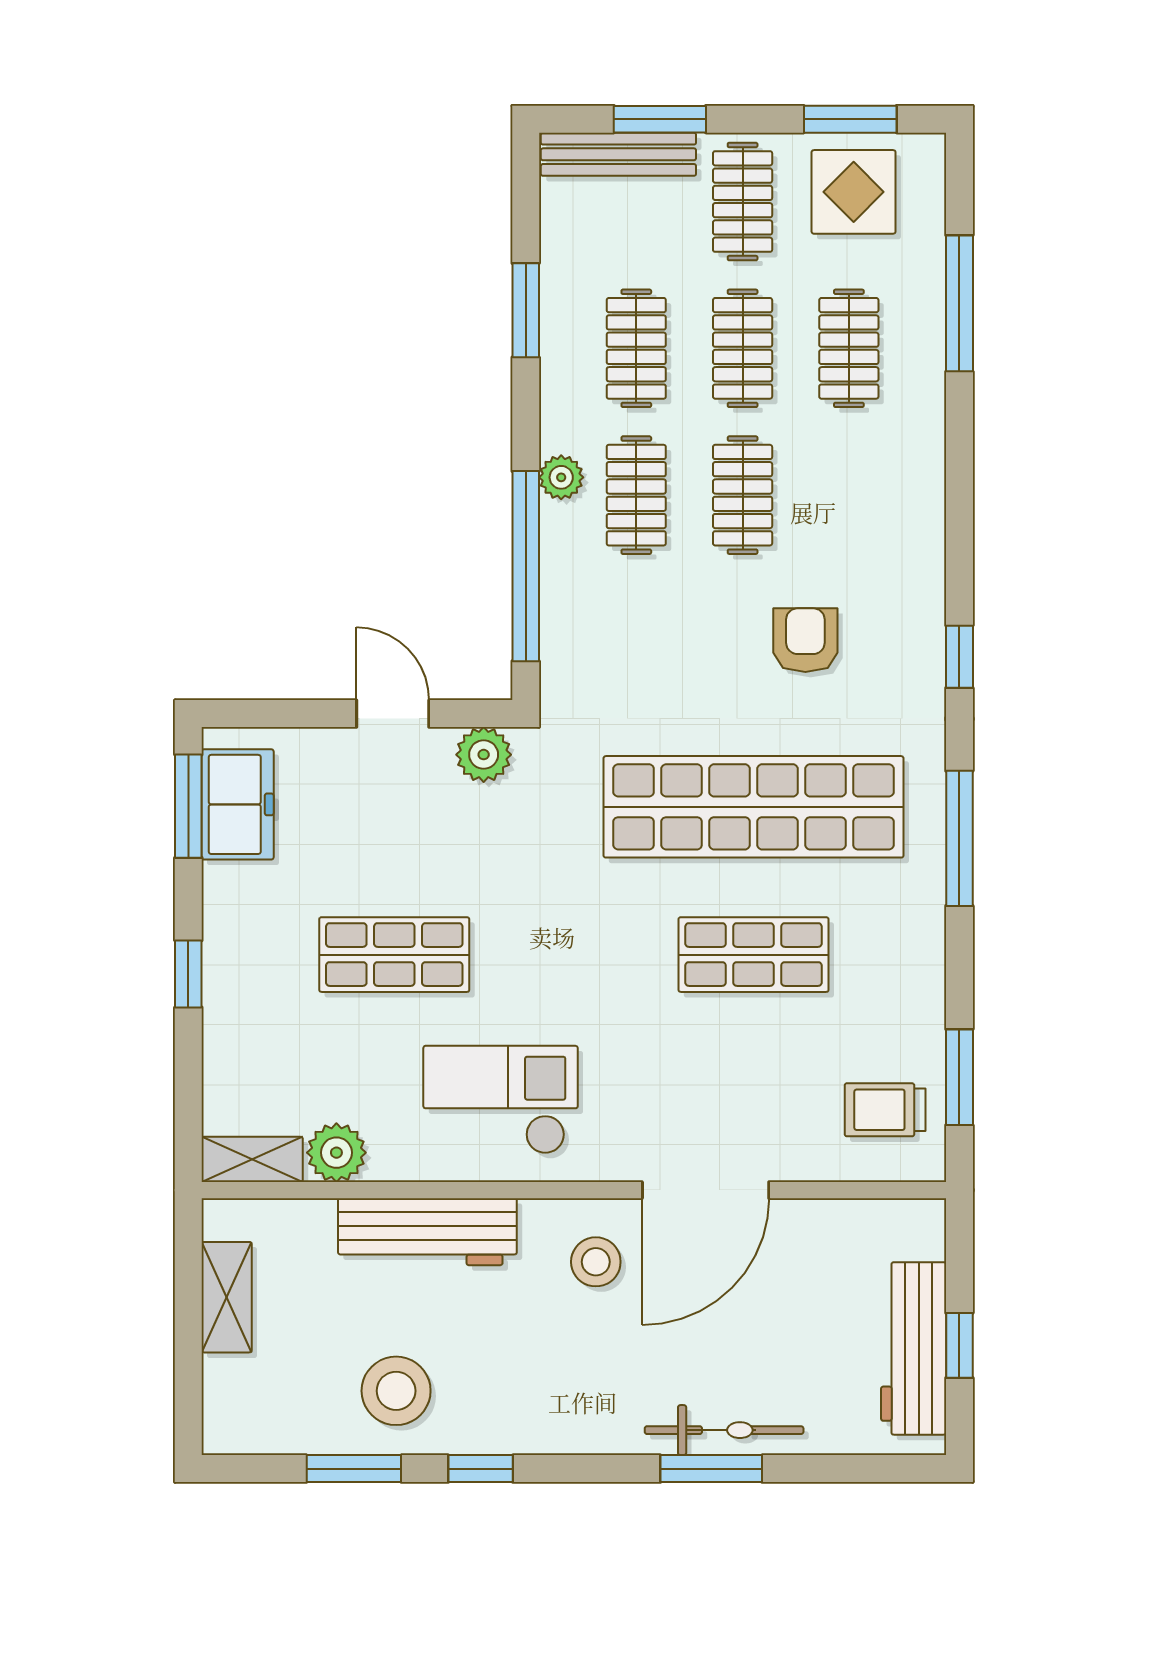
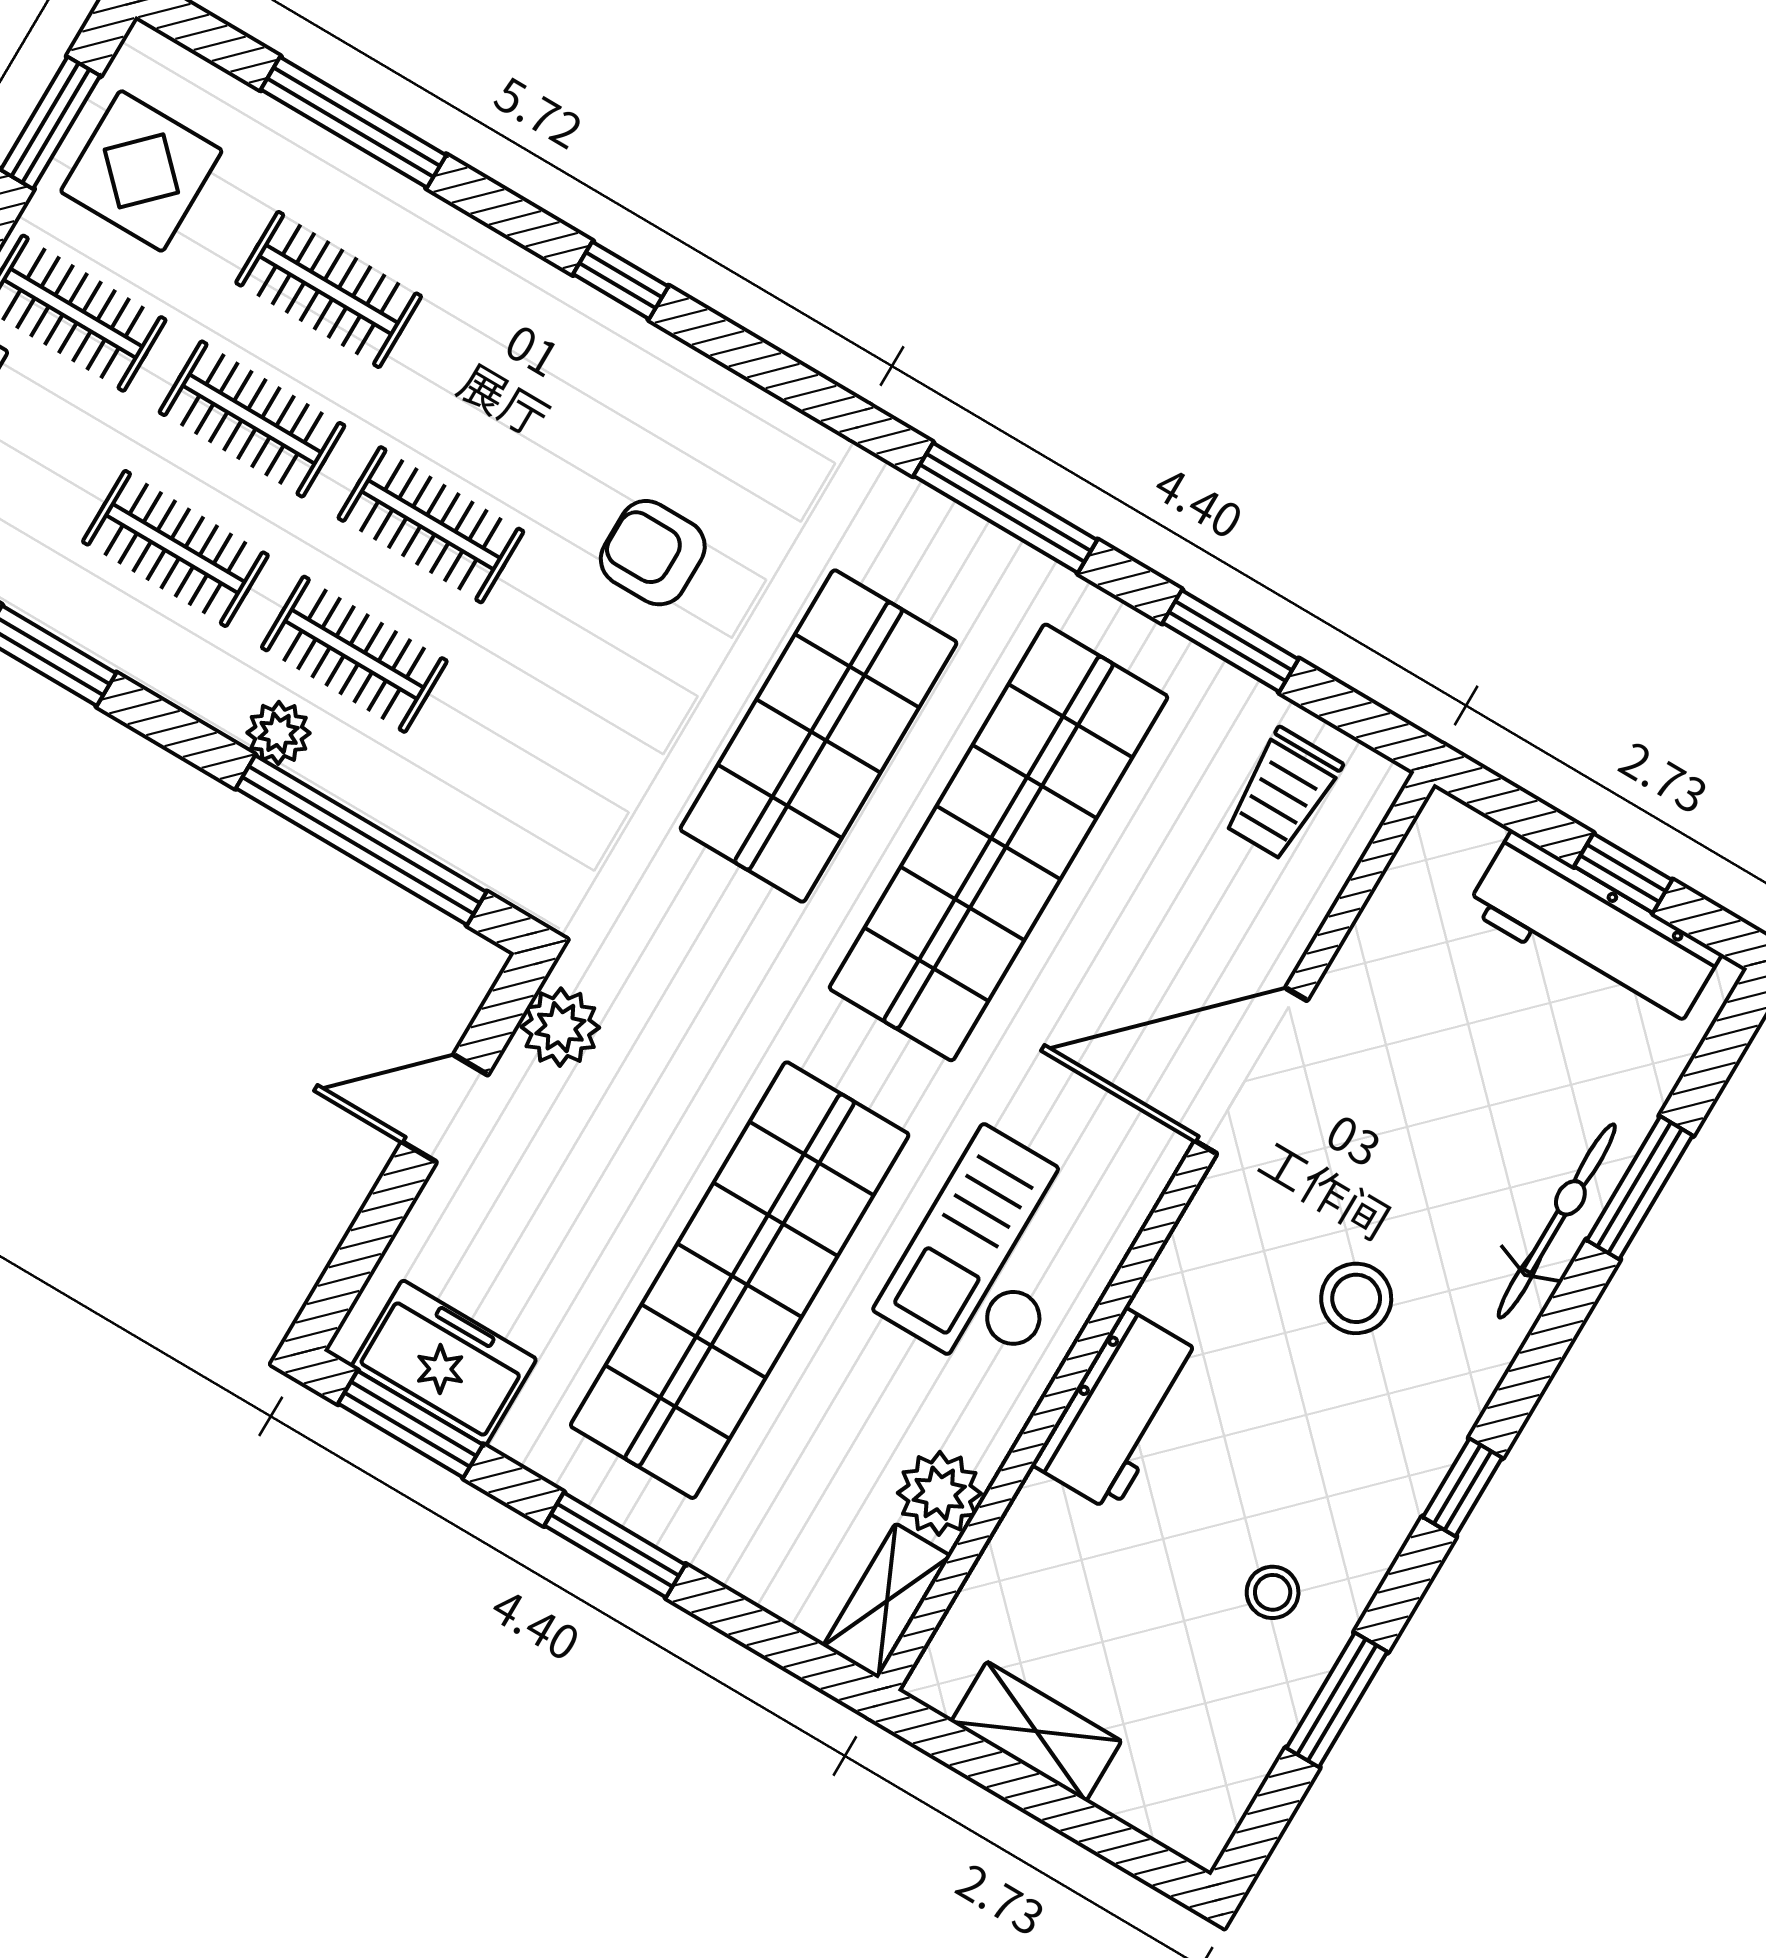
window: (959, 657) -> (621, 280), moved
shop shelf: (754, 807) -> (819, 736), width x0.71
shop shelf: (394, 955) -> (740, 1280), width x2.00, depth x1.36
shop shelf: (754, 955) -> (999, 842), width x2.00, depth x1.36
window: (188, 974) -> (615, 1545), width x1.50
window: (959, 1077) -> (1230, 641), moved
door: (706, 1190) -> (1251, 1071), swing flipped
workbench: (427, 1232) -> (1119, 1410), width x0.73
stool: (596, 1262) -> (1356, 1298), moved
stool: (396, 1391) -> (1273, 1592), width x0.53, depth x0.53
window: (481, 1469) -> (1463, 1487), moved
window: (711, 1469) -> (1640, 1188), moved

